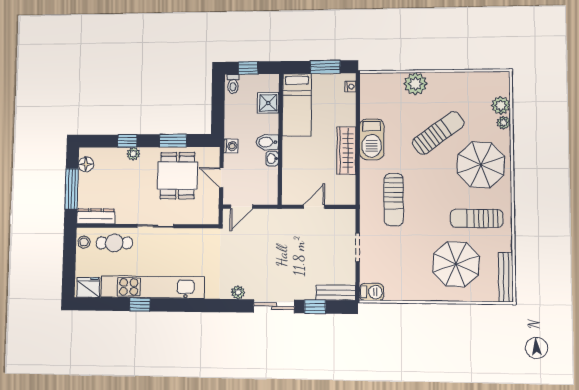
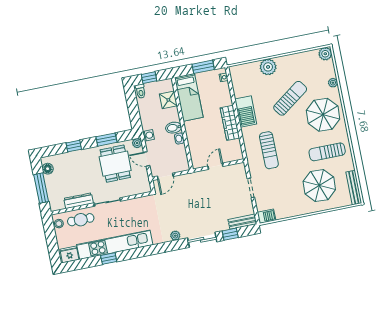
plant: (501, 105) -> (325, 54), moved
plant: (133, 154) -> (137, 143), moved
dresser: (96, 216) -> (79, 201), moved

